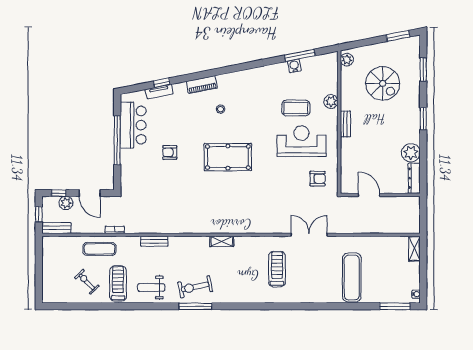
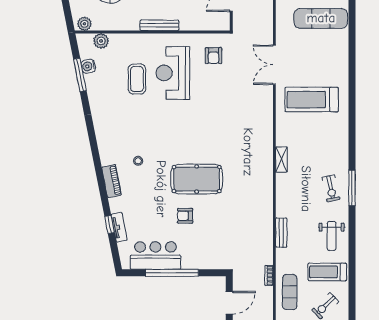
water cooler: (294, 66) -> (88, 66), moved
plant: (331, 101) -> (101, 41), moved
bench: (345, 124) -> (159, 25), width x1.36
armchair: (170, 152) -> (185, 216), turned 90
pool table: (228, 157) -> (197, 179), moved, turned 90
armchair: (318, 179) -> (213, 56), turned 180
treadmill: (277, 269) -> (312, 100), width x1.37, depth x1.38
exercise bike: (195, 287) -> (331, 188), width x0.73, depth x0.72

